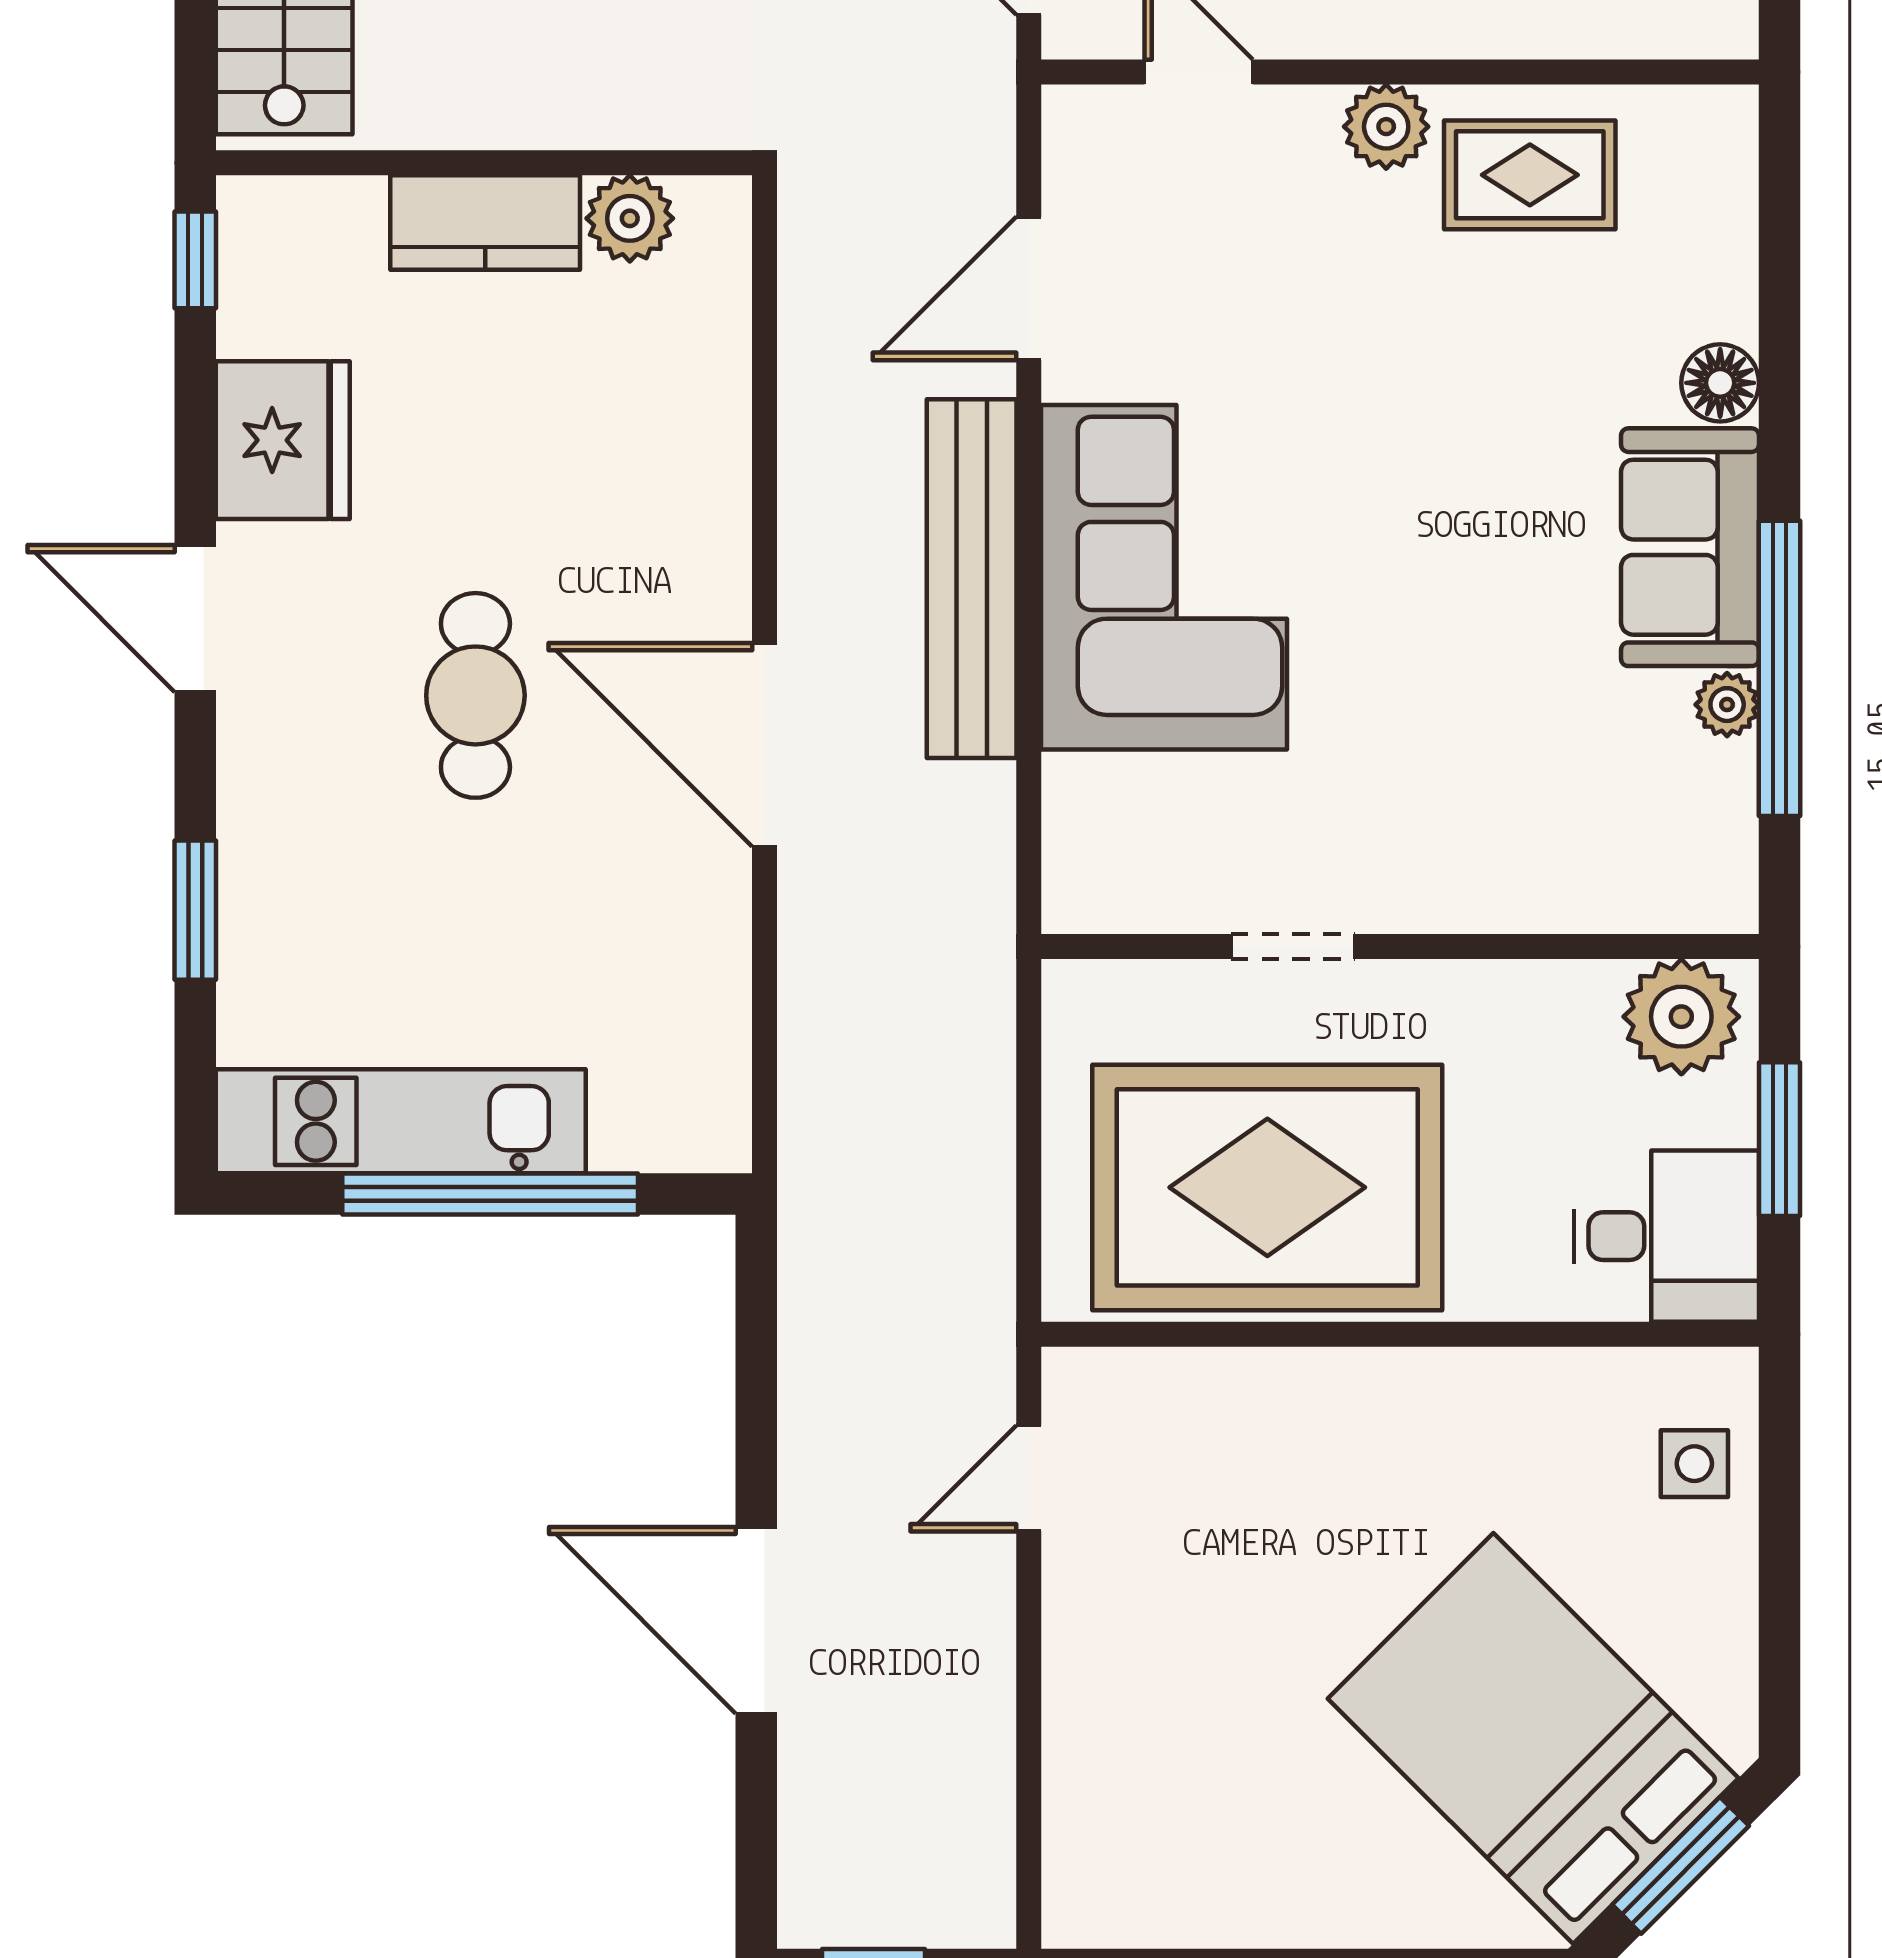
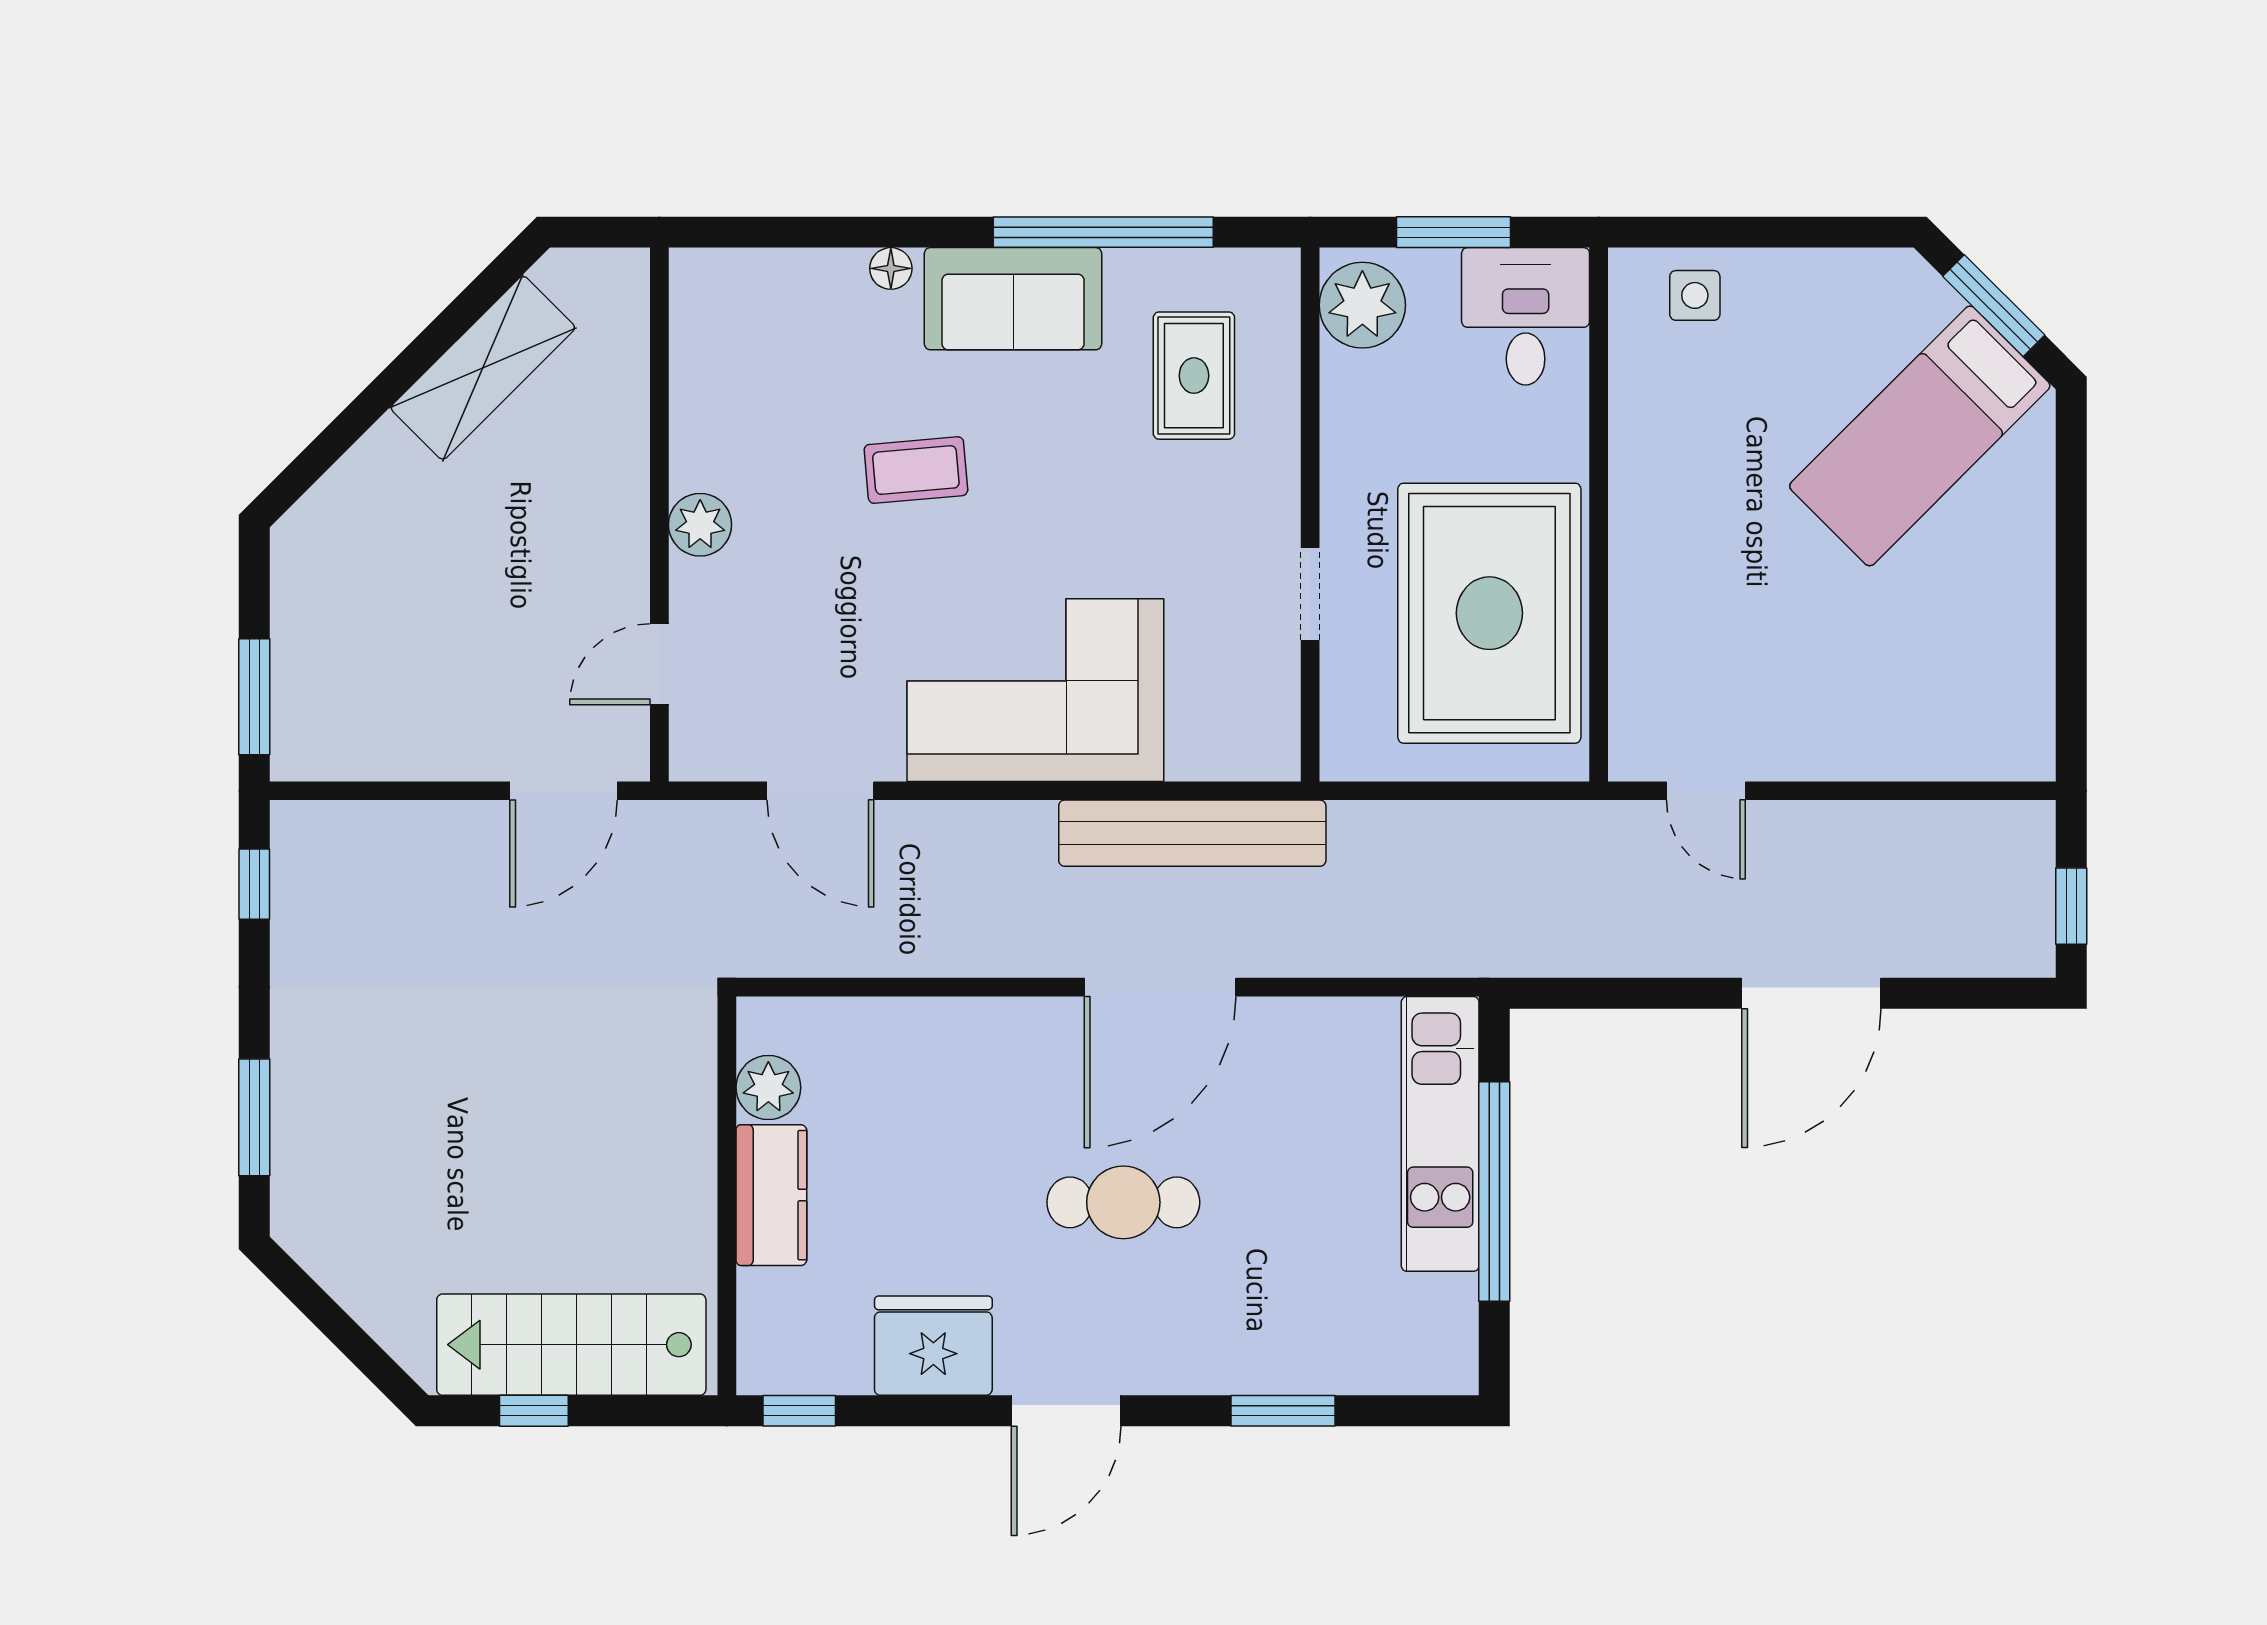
rug: (1530, 175) -> (1194, 376), moved
floor lamp: (1720, 383) -> (891, 268), width x0.73, depth x0.73
coffee table: (1460, 417) -> (916, 470), added
bench: (972, 579) -> (1192, 833), moved
plant: (1727, 705) -> (1130, 271), removed
kitchen unit: (401, 1121) -> (1440, 1134), moved
bed: (1533, 1738) -> (1920, 436), width x0.67

